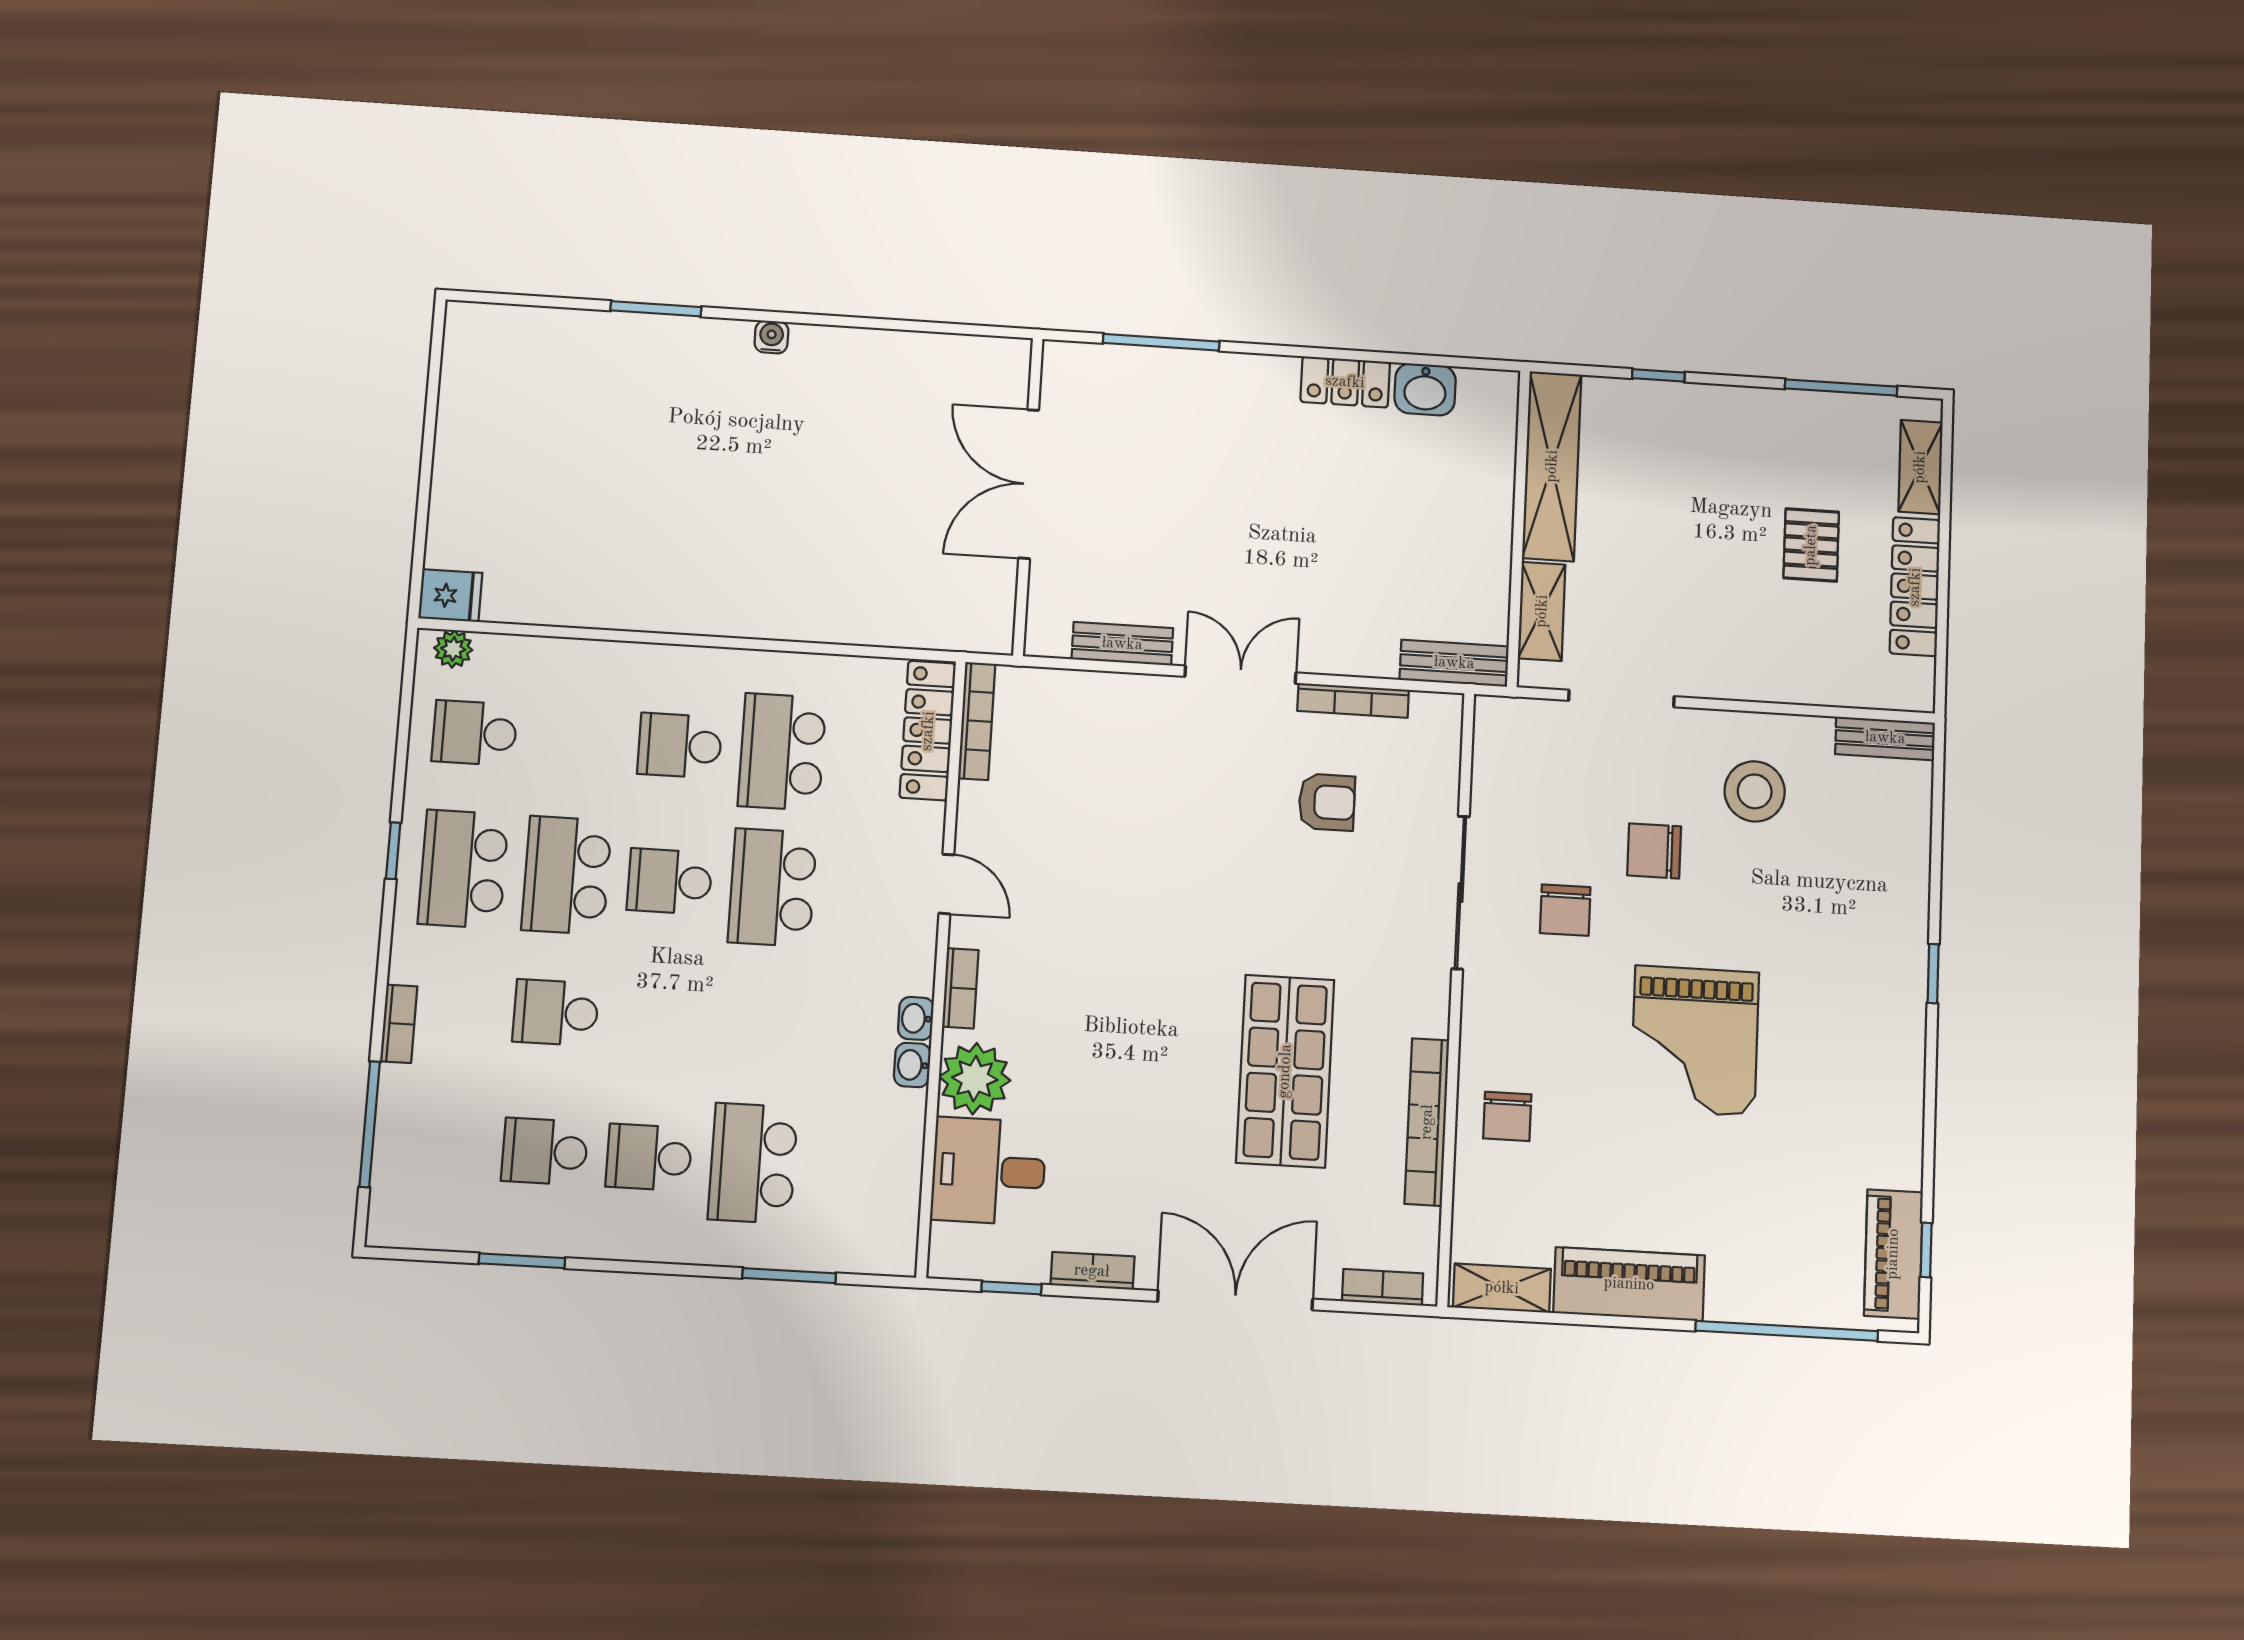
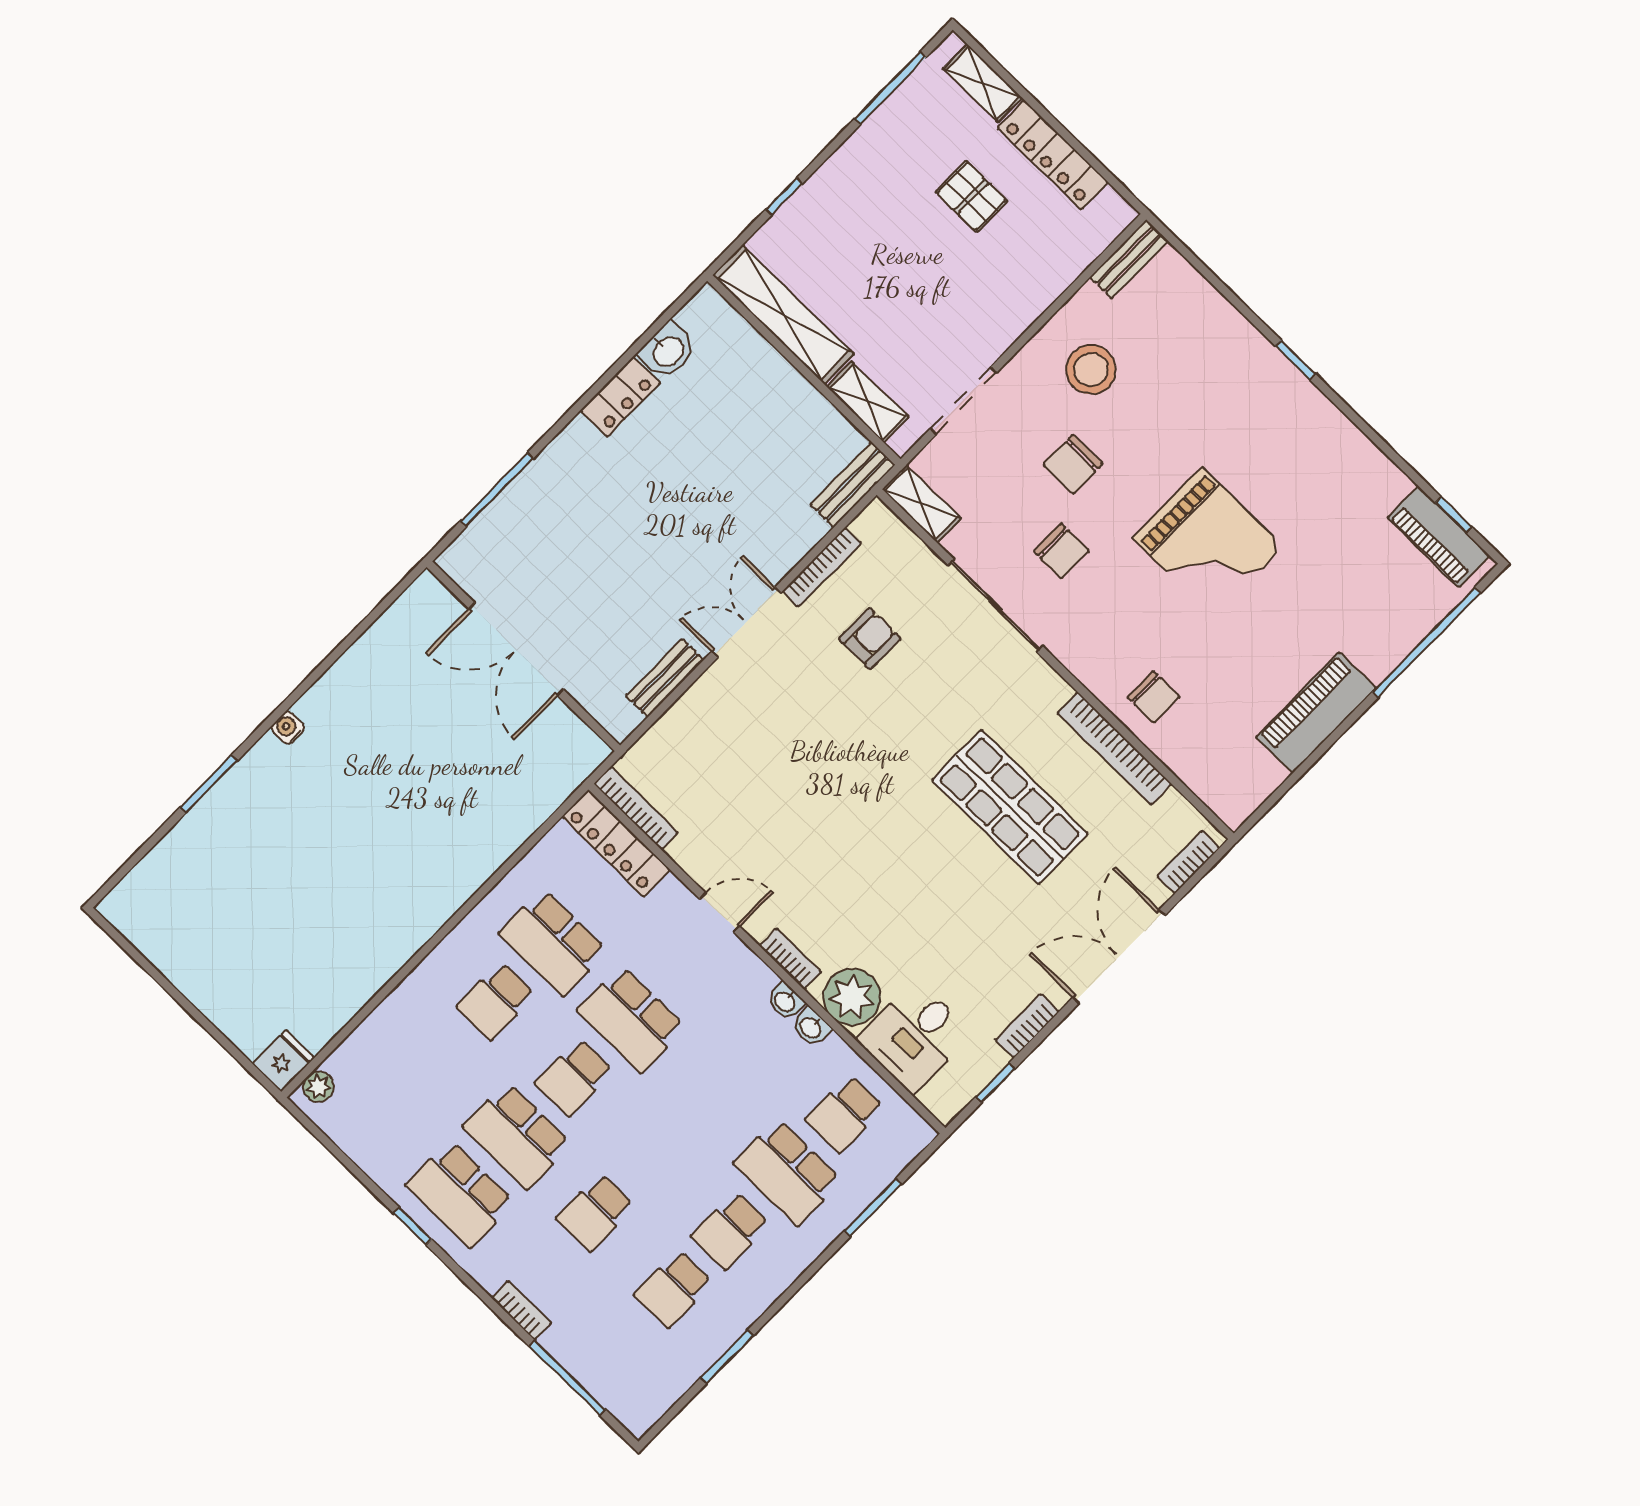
school desk: (475, 733) -> (845, 1114), moved
shelving: (1502, 1288) -> (922, 504), moved, turned 90

